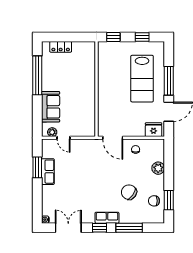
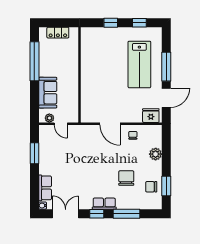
wall: (96, 89) -> (79, 75), moved
row of seats: (48, 172) -> (45, 188), moved
chair: (129, 192) -> (126, 178), turned 54

